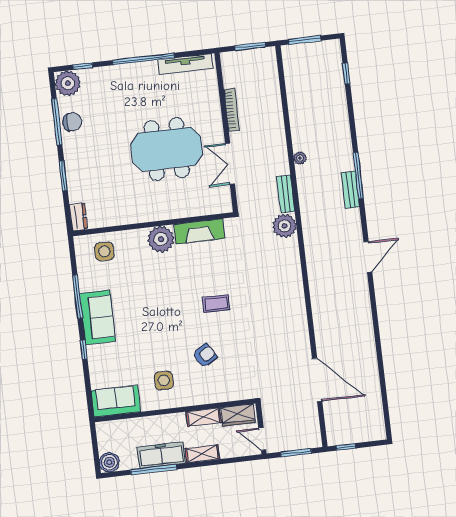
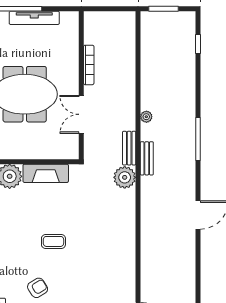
window: (250, 46) -> (112, 9), removed
tv unit: (185, 64) -> (34, 18), moved
bench: (350, 190) -> (147, 158), moved

